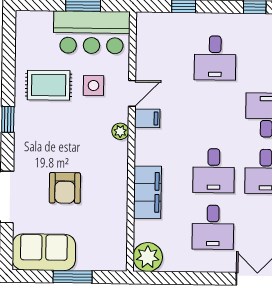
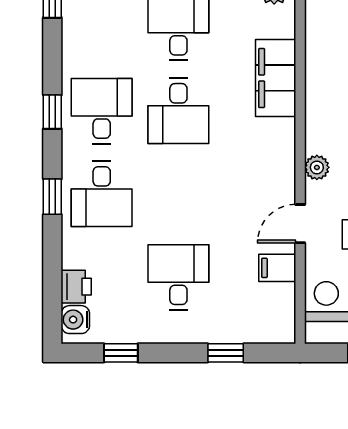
filing cabinet: (147, 118) -> (277, 268), moved
desk: (214, 171) -> (178, 111), turned 180

